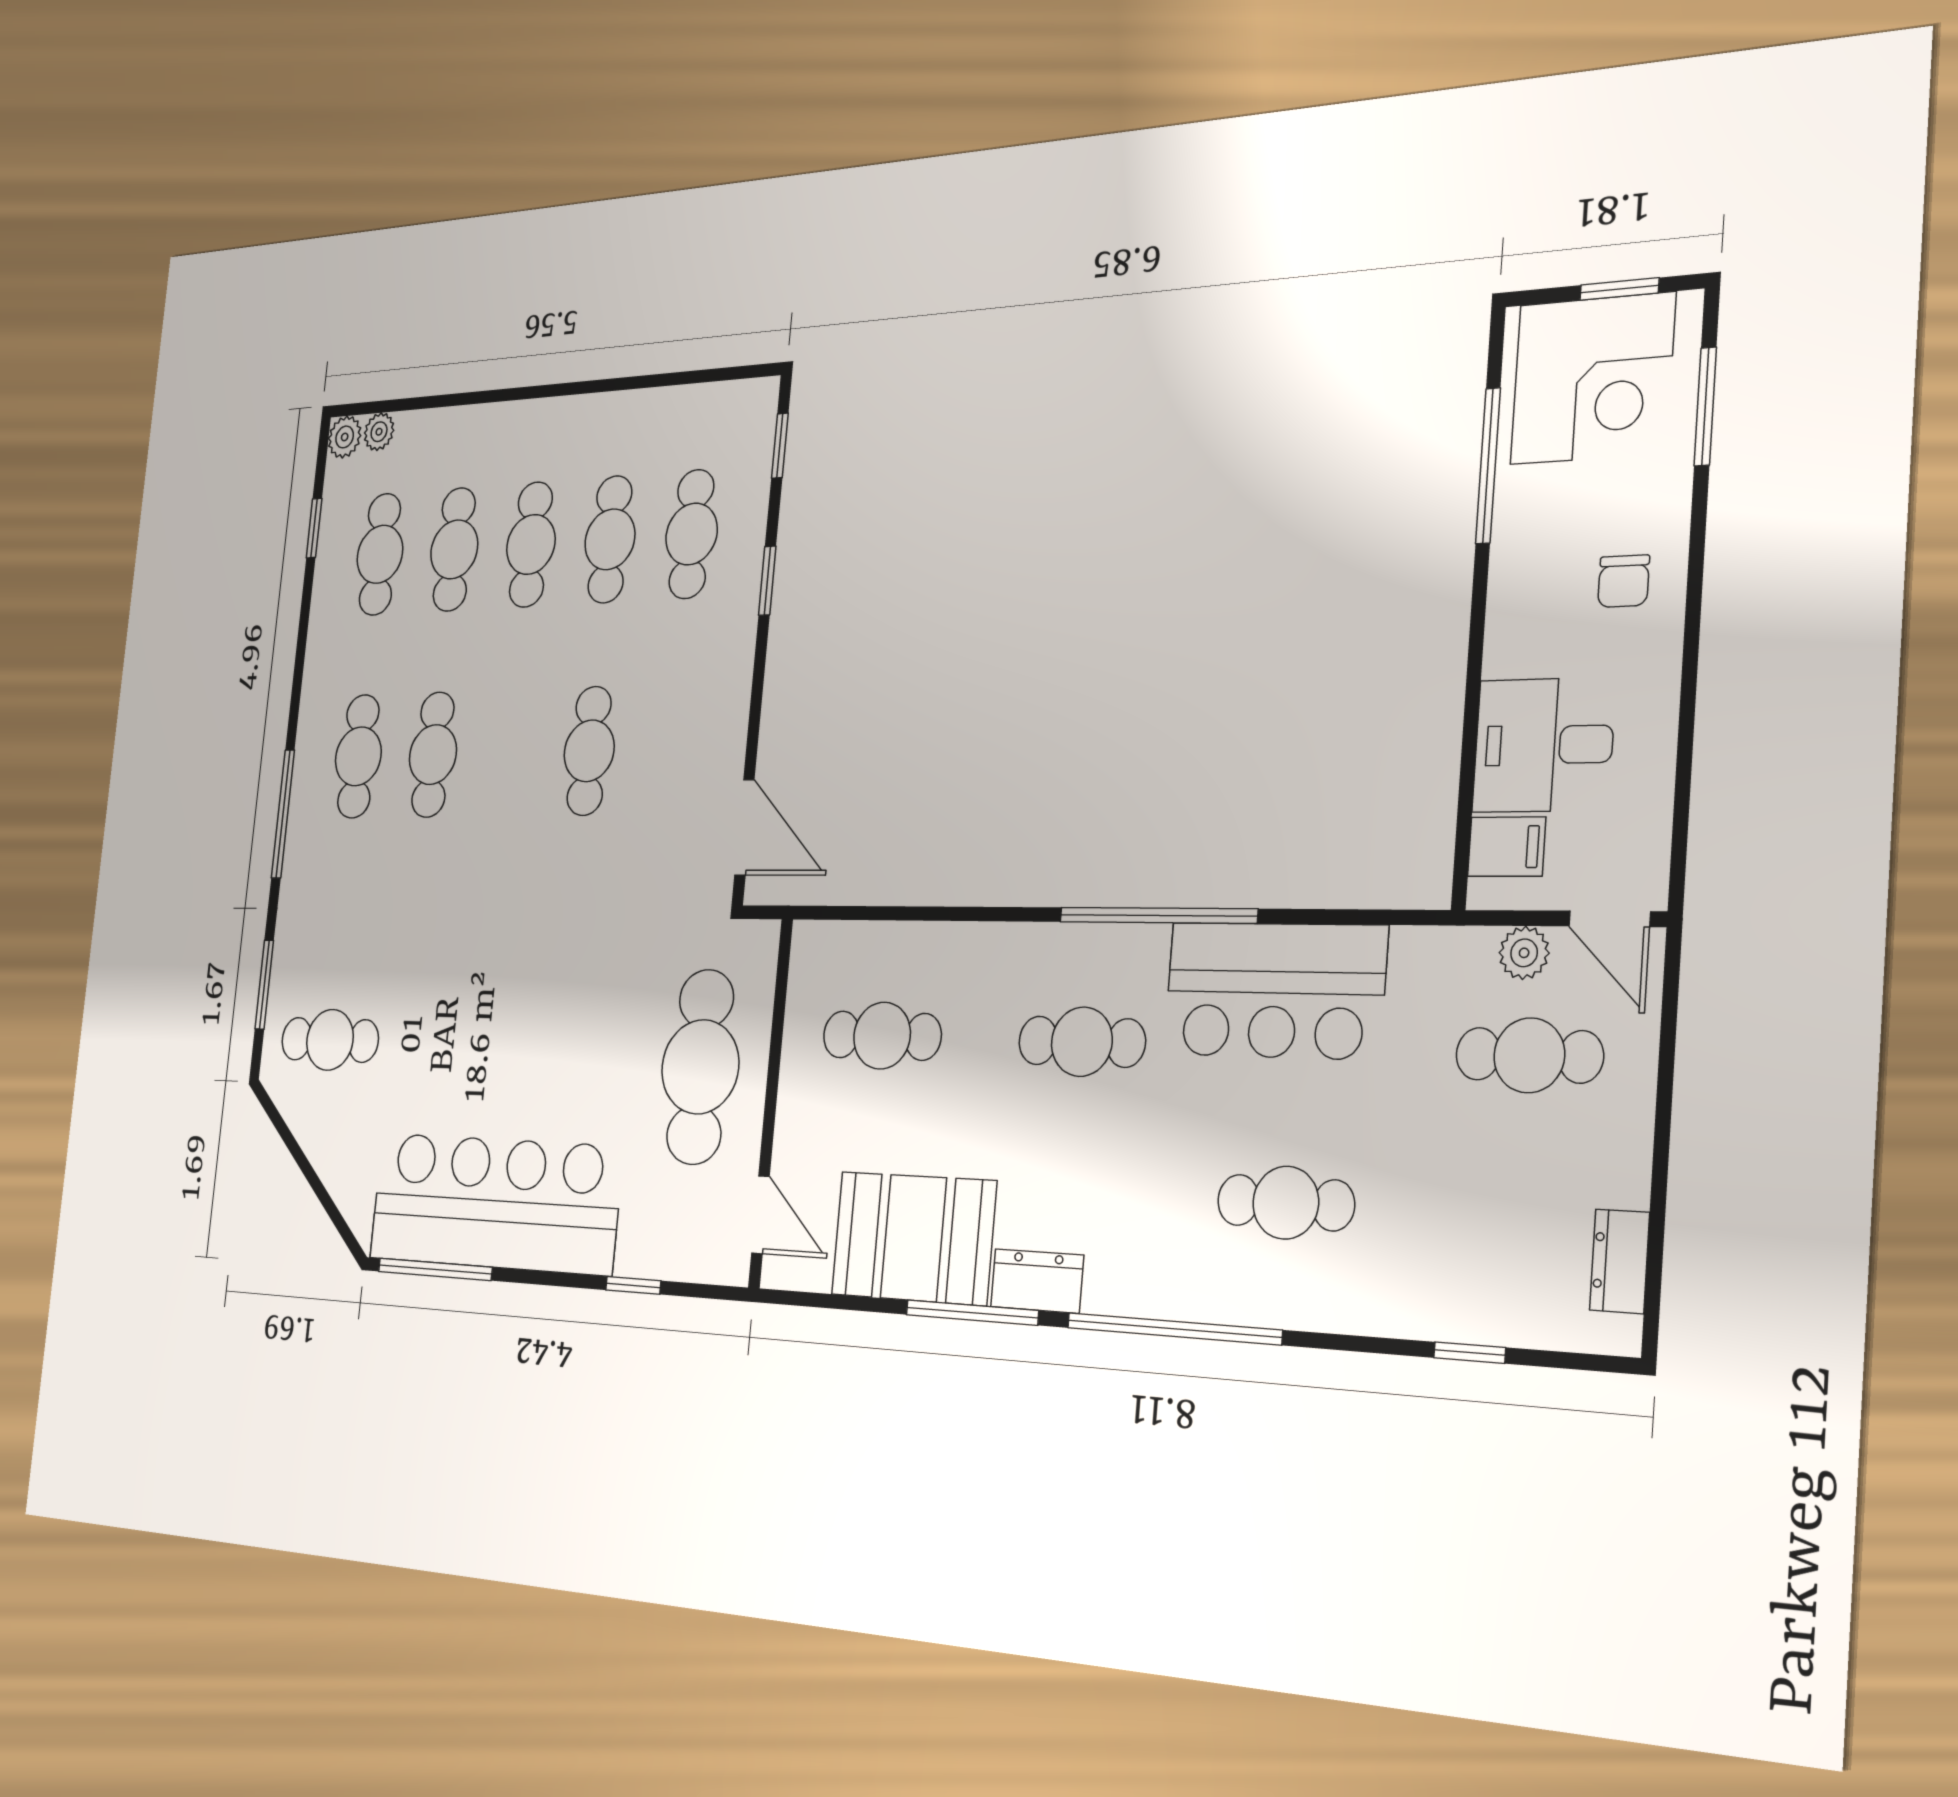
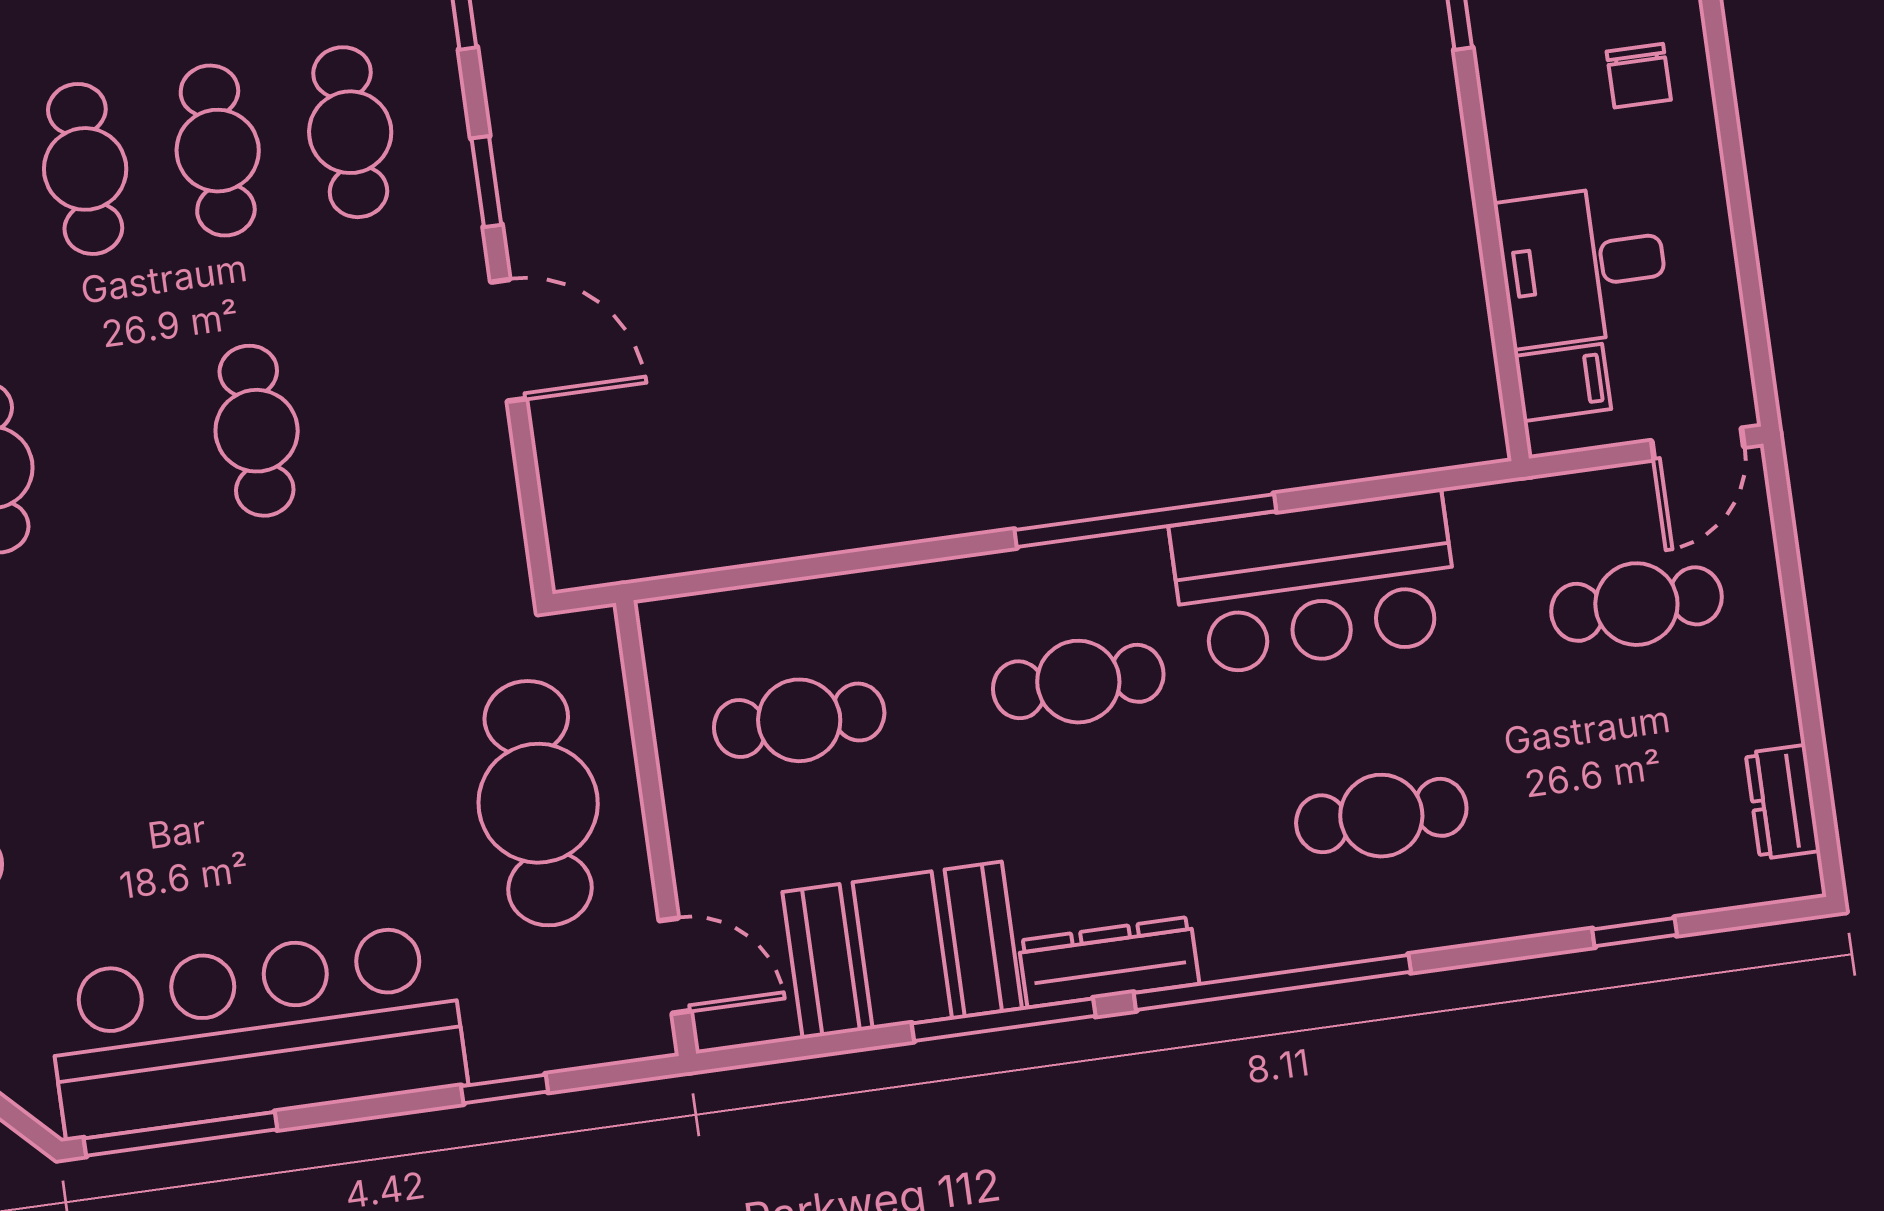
door: (744, 827) -> (508, 340), moved
door: (1610, 919) -> (1698, 444), hinge flipped
plant: (1524, 953) -> (1607, 495), removed
dresser: (1037, 1281) -> (1109, 962), width x1.44

